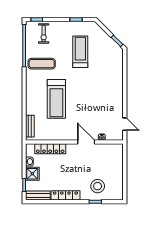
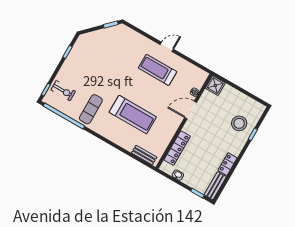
treadmill: (80, 52) -> (158, 70), moved
door: (125, 124) -> (167, 47), moved
shower: (32, 174) -> (215, 86), moved
locker: (65, 195) -> (228, 164), width x0.66

